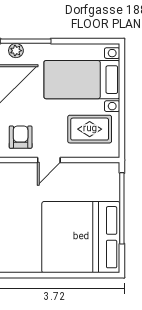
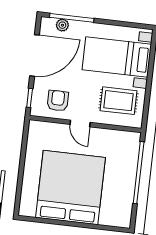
door: (49, 160) -> (80, 123), hinge flipped
bed: (81, 237) -> (71, 188), moved, turned 90

